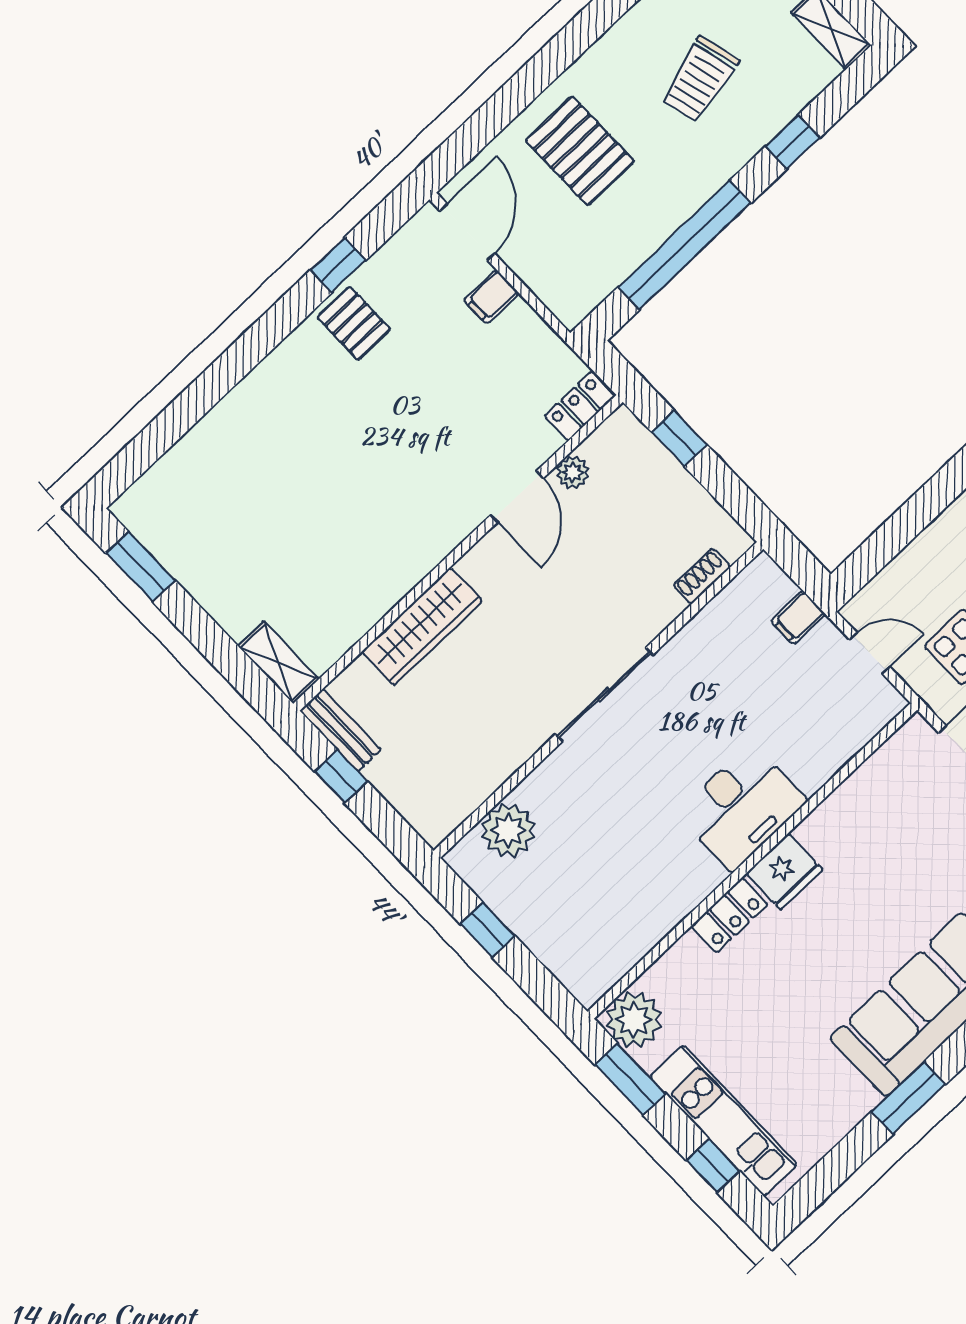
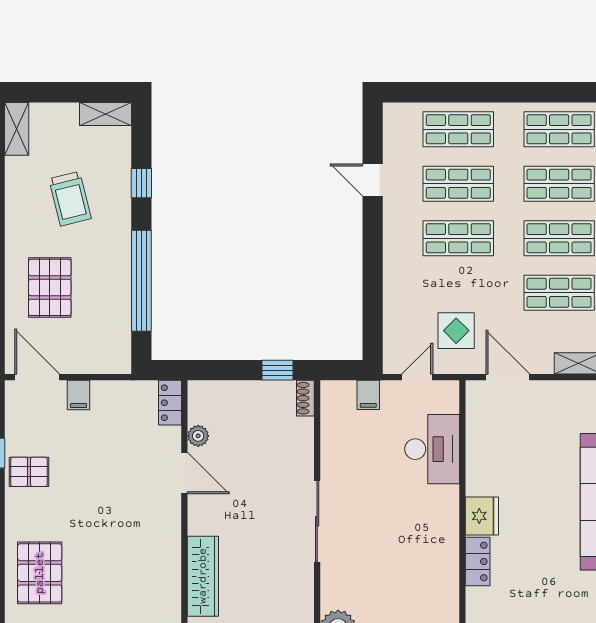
pallet: (580, 151) -> (50, 287), turned 90
window: (679, 438) -> (277, 370), moved
pallet: (253, 442) -> (40, 573), added
shoe rack: (702, 576) -> (305, 398), moved
desk: (741, 807) -> (432, 449), moved

